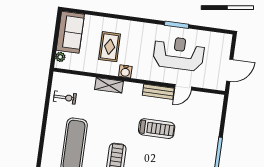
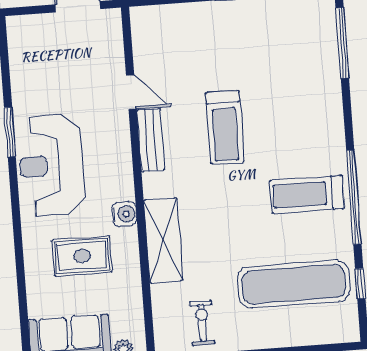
reception desk: (179, 53) -> (52, 165), moved
shelving: (109, 85) -> (163, 240), width x1.50, depth x1.33
treadmill: (157, 129) -> (225, 127), turned 180

